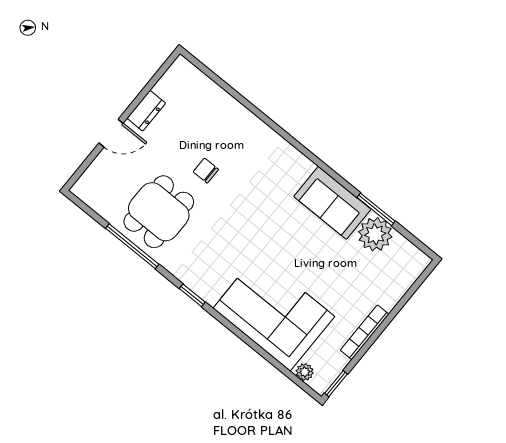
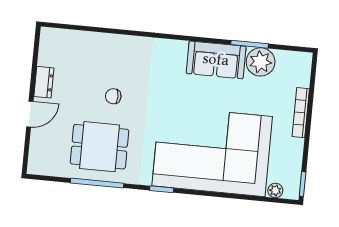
dining table: (159, 212) -> (99, 147), turned 90
corner sofa: (274, 312) -> (212, 151), width x1.36, depth x1.36
bookcase: (365, 332) -> (301, 113), moved

